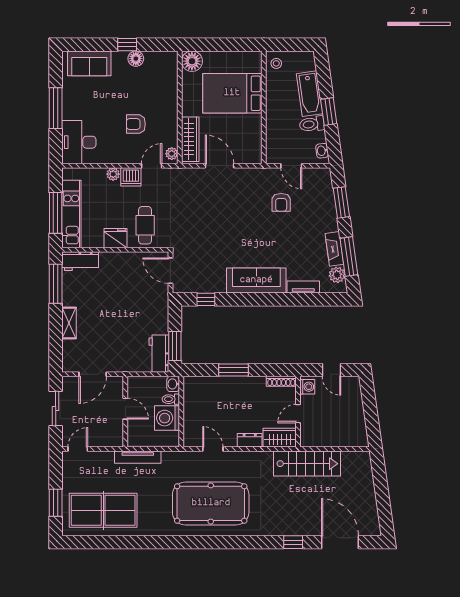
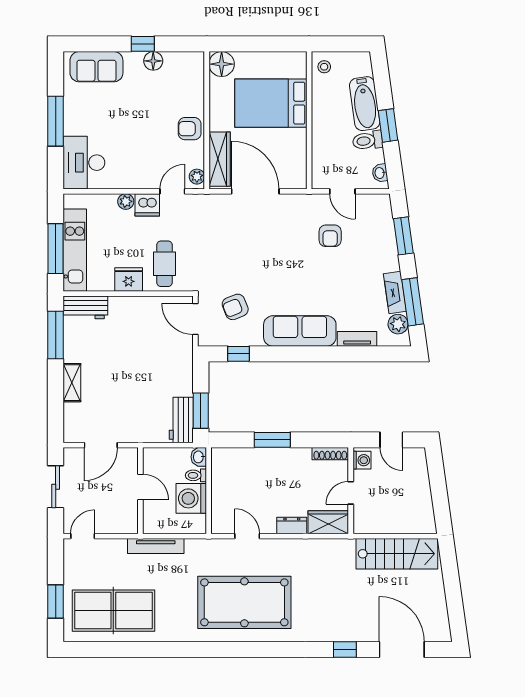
armchair: (136, 124) -> (190, 129), moved
door: (220, 166) -> (255, 191), width x1.36
armchair: (203, 261) -> (235, 307), added
stairs: (307, 464) -> (397, 554), moved

